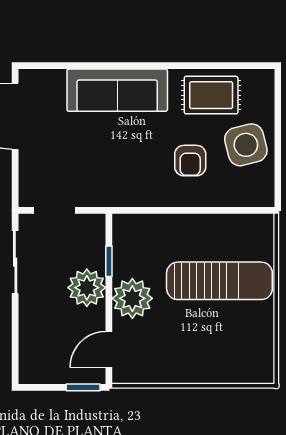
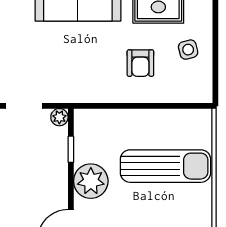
side table: (246, 145) -> (188, 50), width x0.54, depth x0.54
plant: (87, 288) -> (59, 117), moved, width x0.53, depth x0.53

